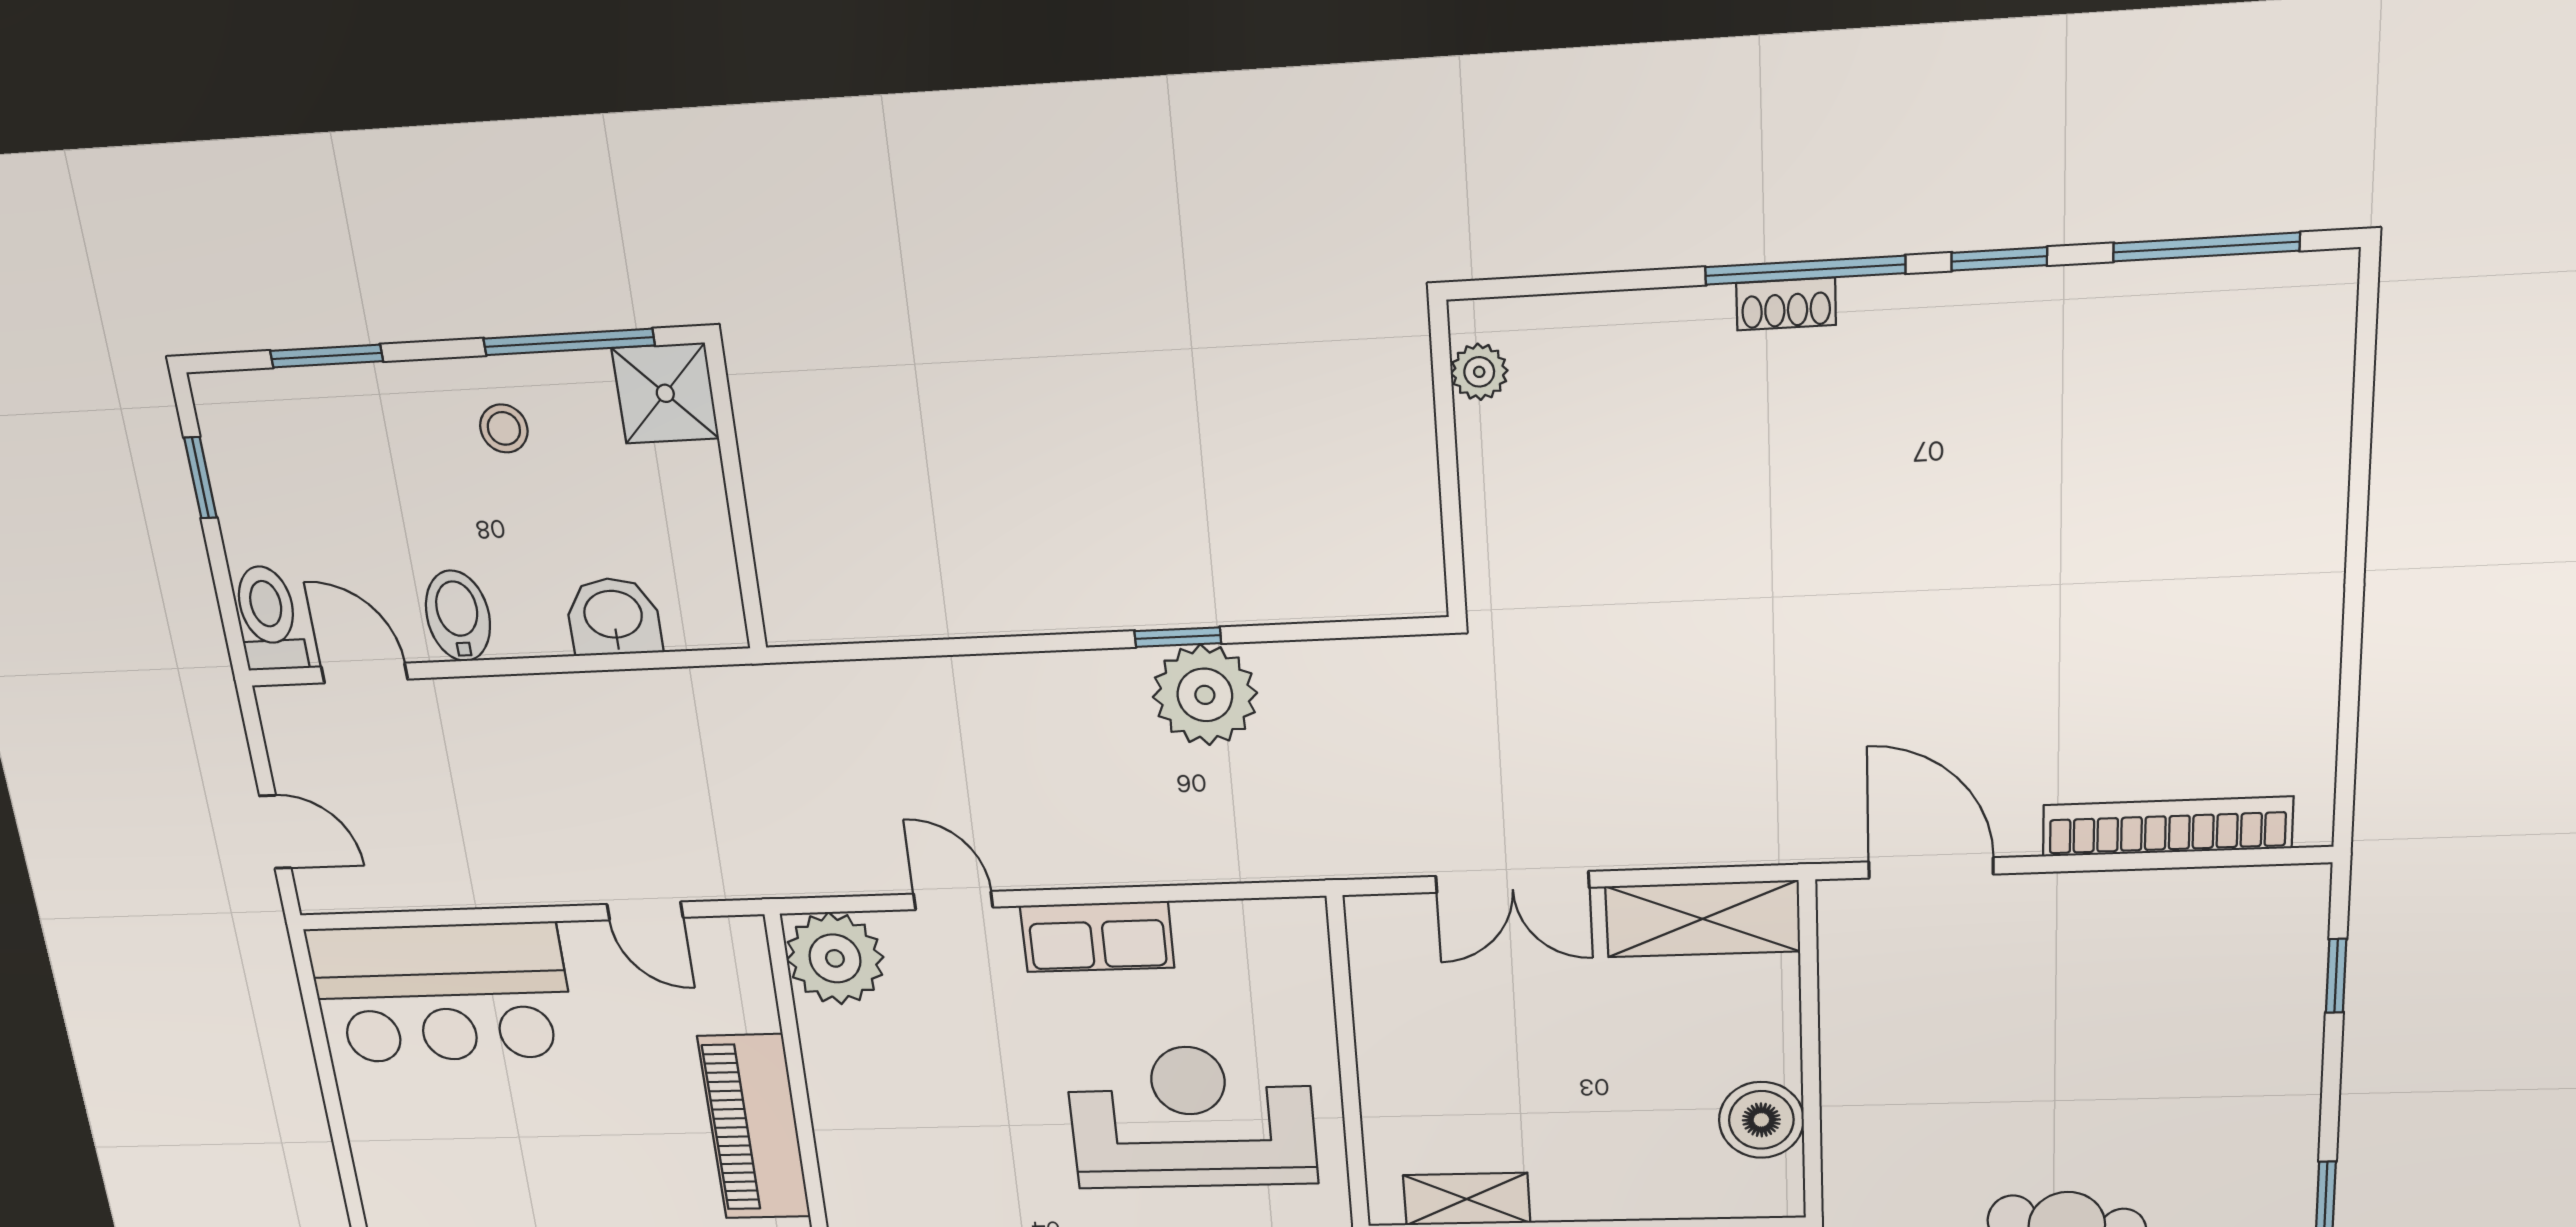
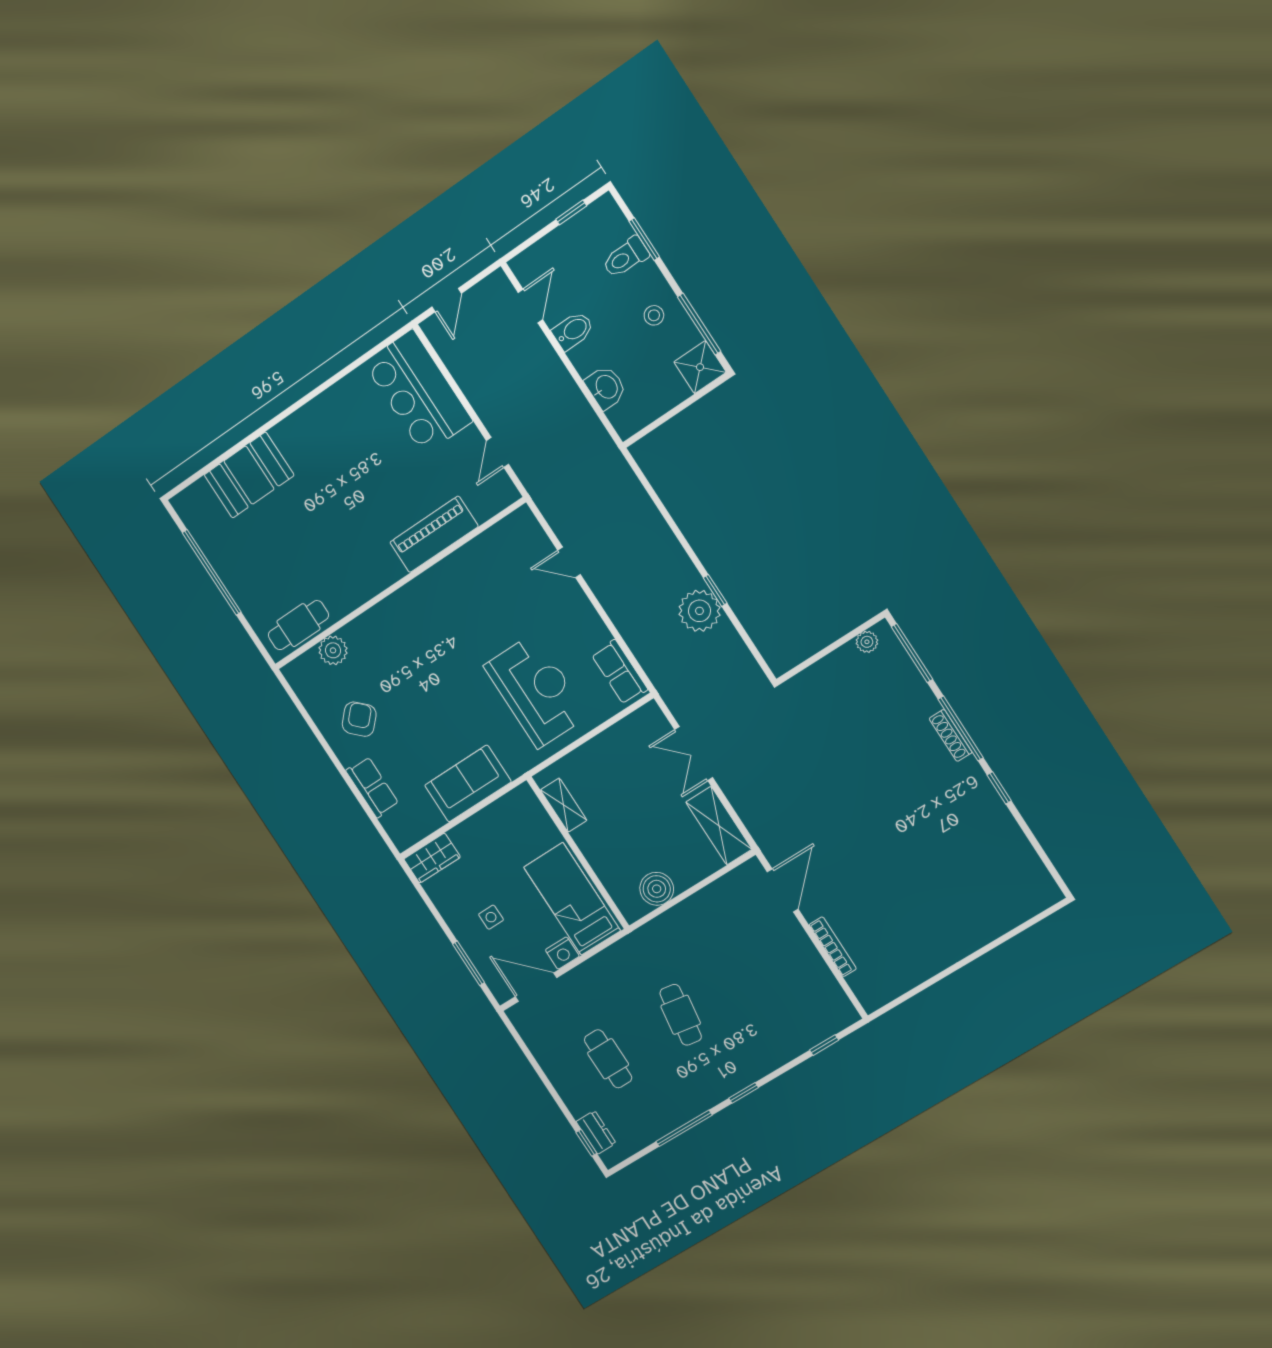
window: (2206, 247) -> (912, 653), moved
shoe rack: (1786, 304) -> (951, 735), width x1.43
toilet: (269, 618) -> (625, 257), moved, turned 180
bookcase: (2167, 827) -> (833, 947), width x0.68, depth x0.76
door: (953, 901) -> (569, 562), swing flipped
row of seats: (1097, 937) -> (620, 672), moved
plant: (835, 958) -> (521, 531), removed

